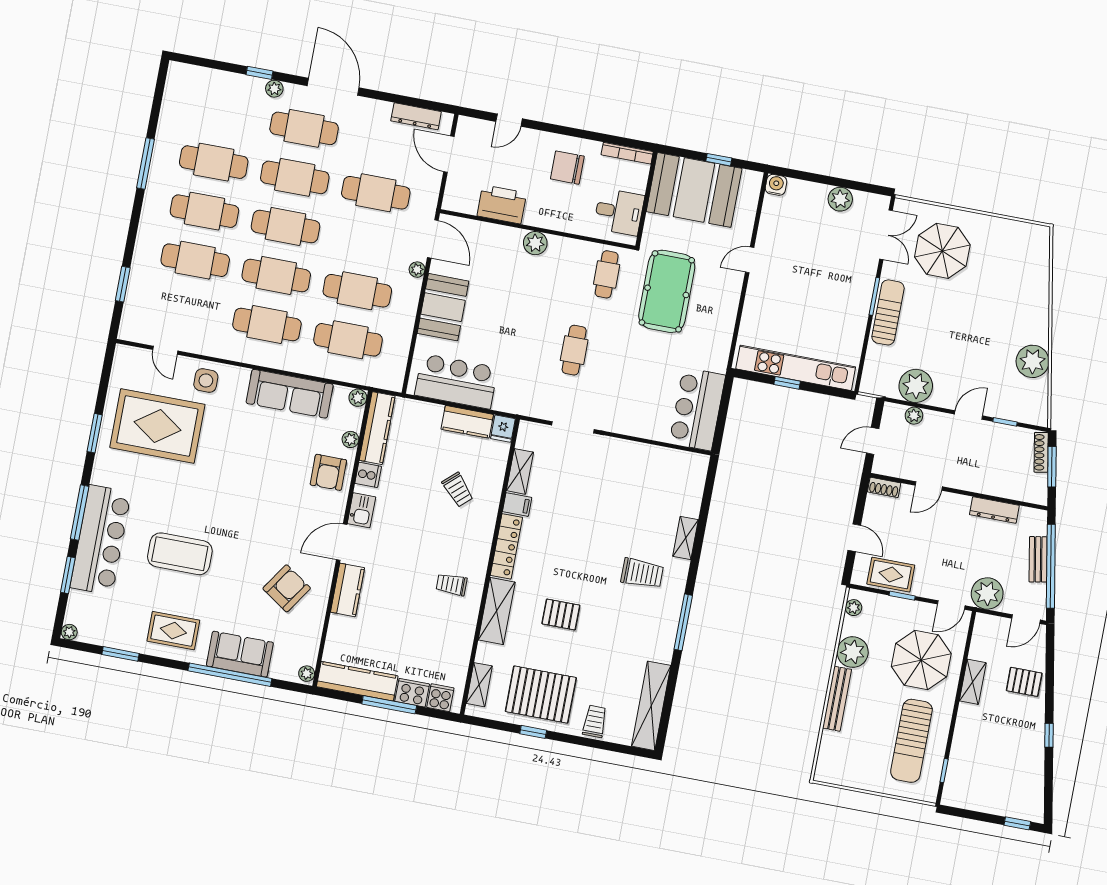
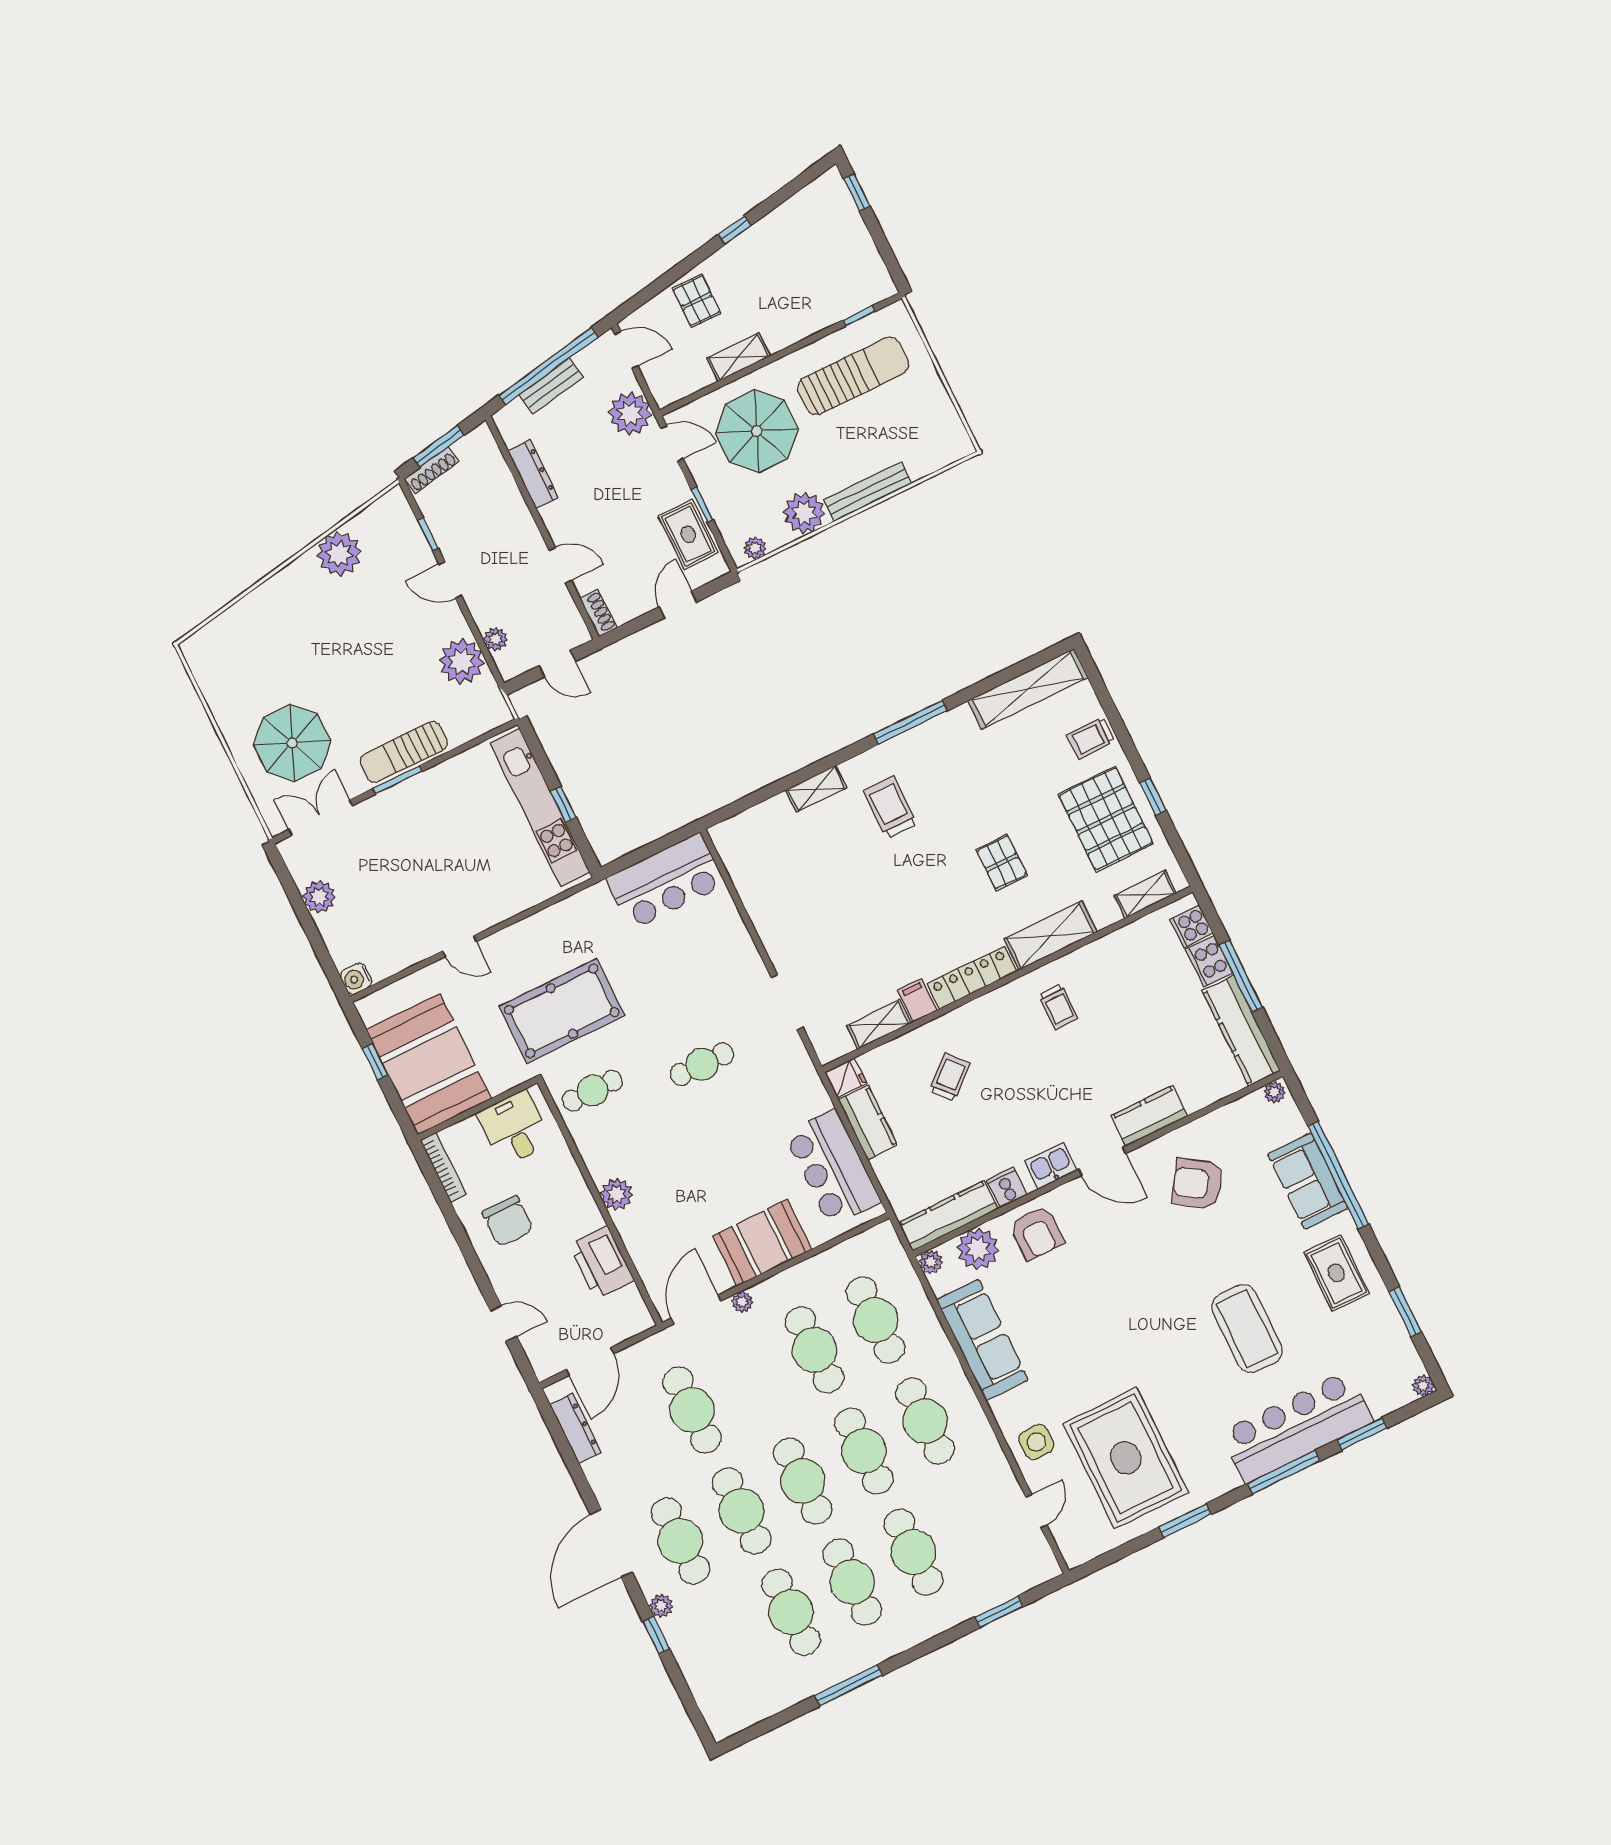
plant: (350, 439) -> (978, 1249), width x1.87, depth x1.87
armchair: (328, 472) -> (1037, 1233), turned 90

